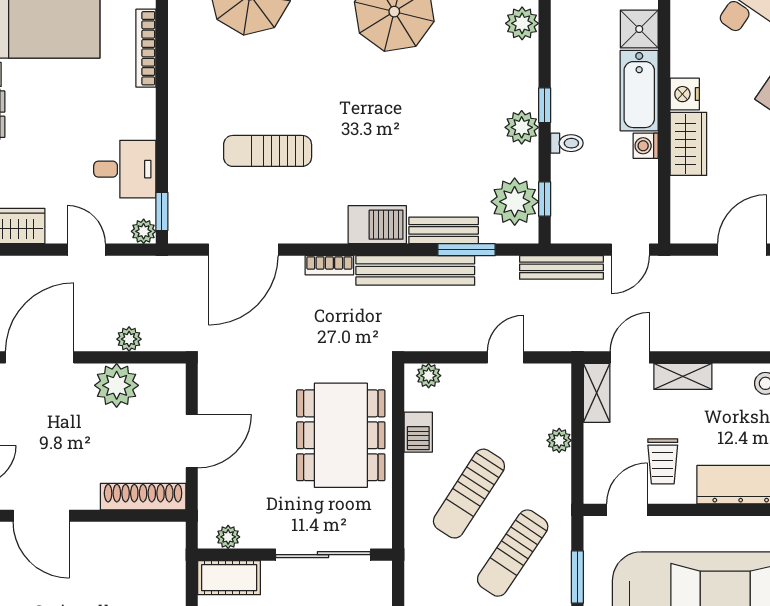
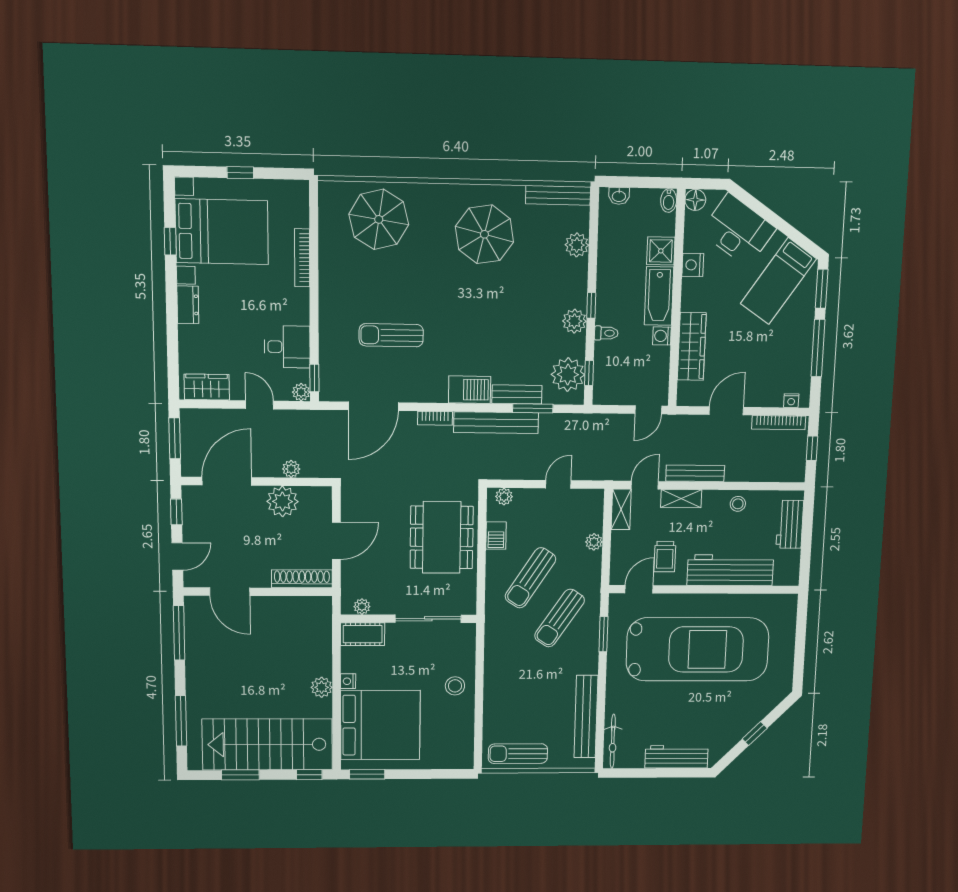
nightstand: (685, 94) -> (693, 265), moved
wardrobe: (688, 144) -> (692, 346), width x1.50
bench: (562, 267) -> (695, 473), moved

